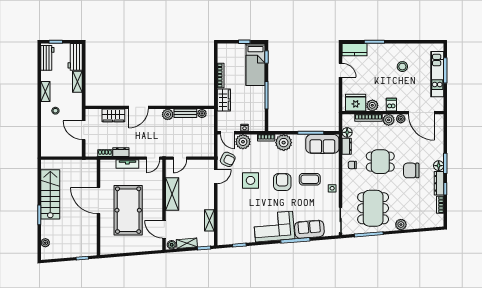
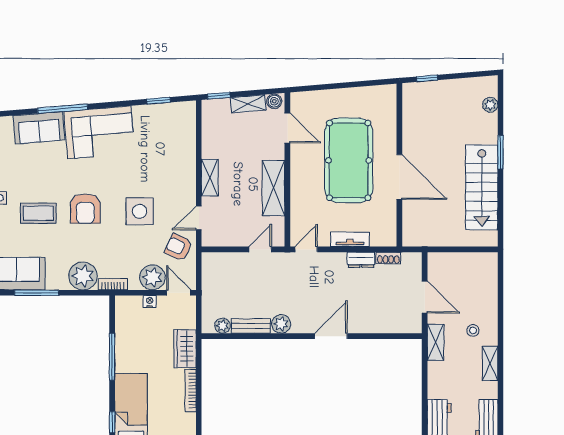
shelving: (77, 82) -> (436, 342), moved
wardrobe: (113, 115) -> (374, 322), removed
shelving: (209, 220) -> (210, 178), moved

